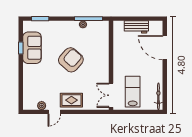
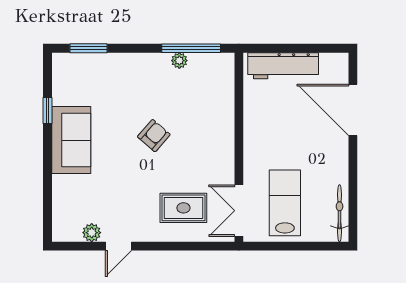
workbench: (136, 27) -> (283, 66), width x1.37
sofa: (32, 48) -> (71, 140), moved
armchair: (71, 60) -> (154, 136), width x0.53, depth x0.53
rug: (71, 100) -> (183, 208), moved

